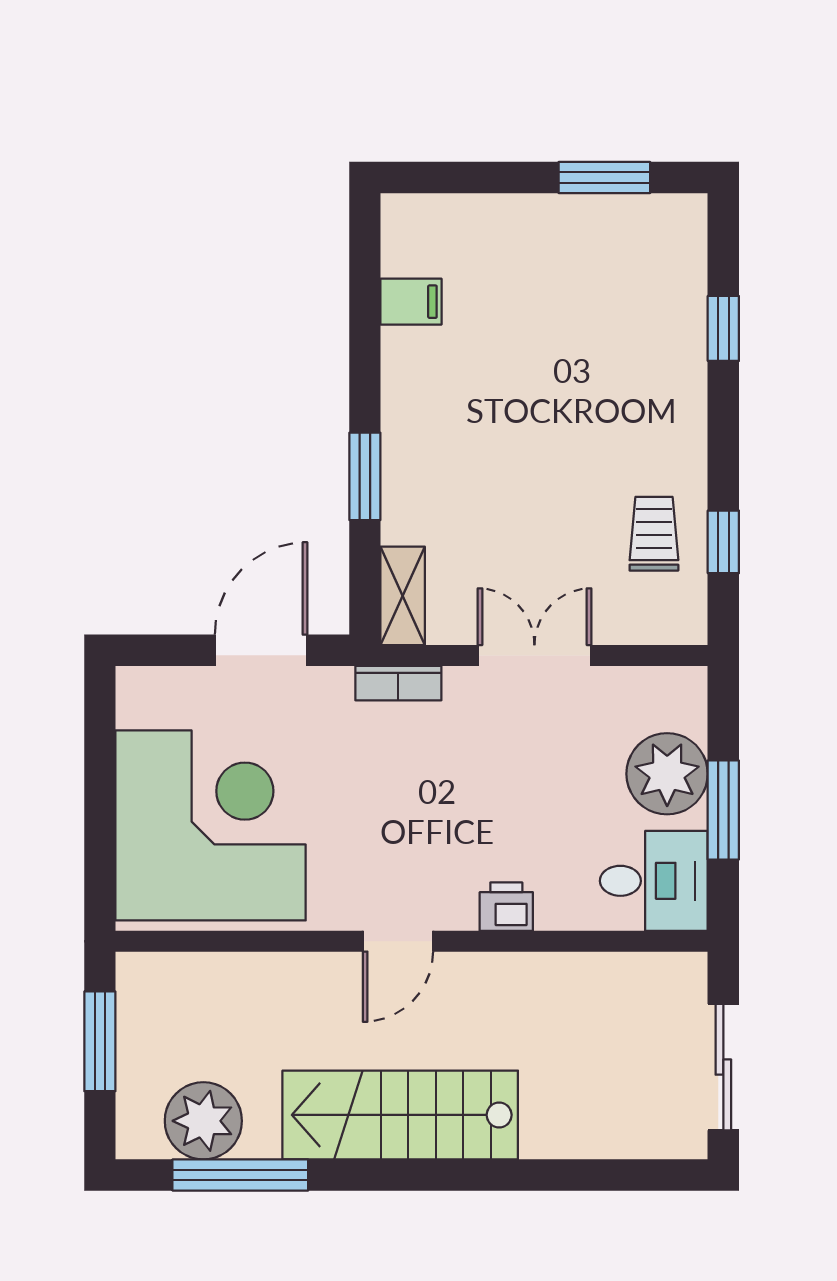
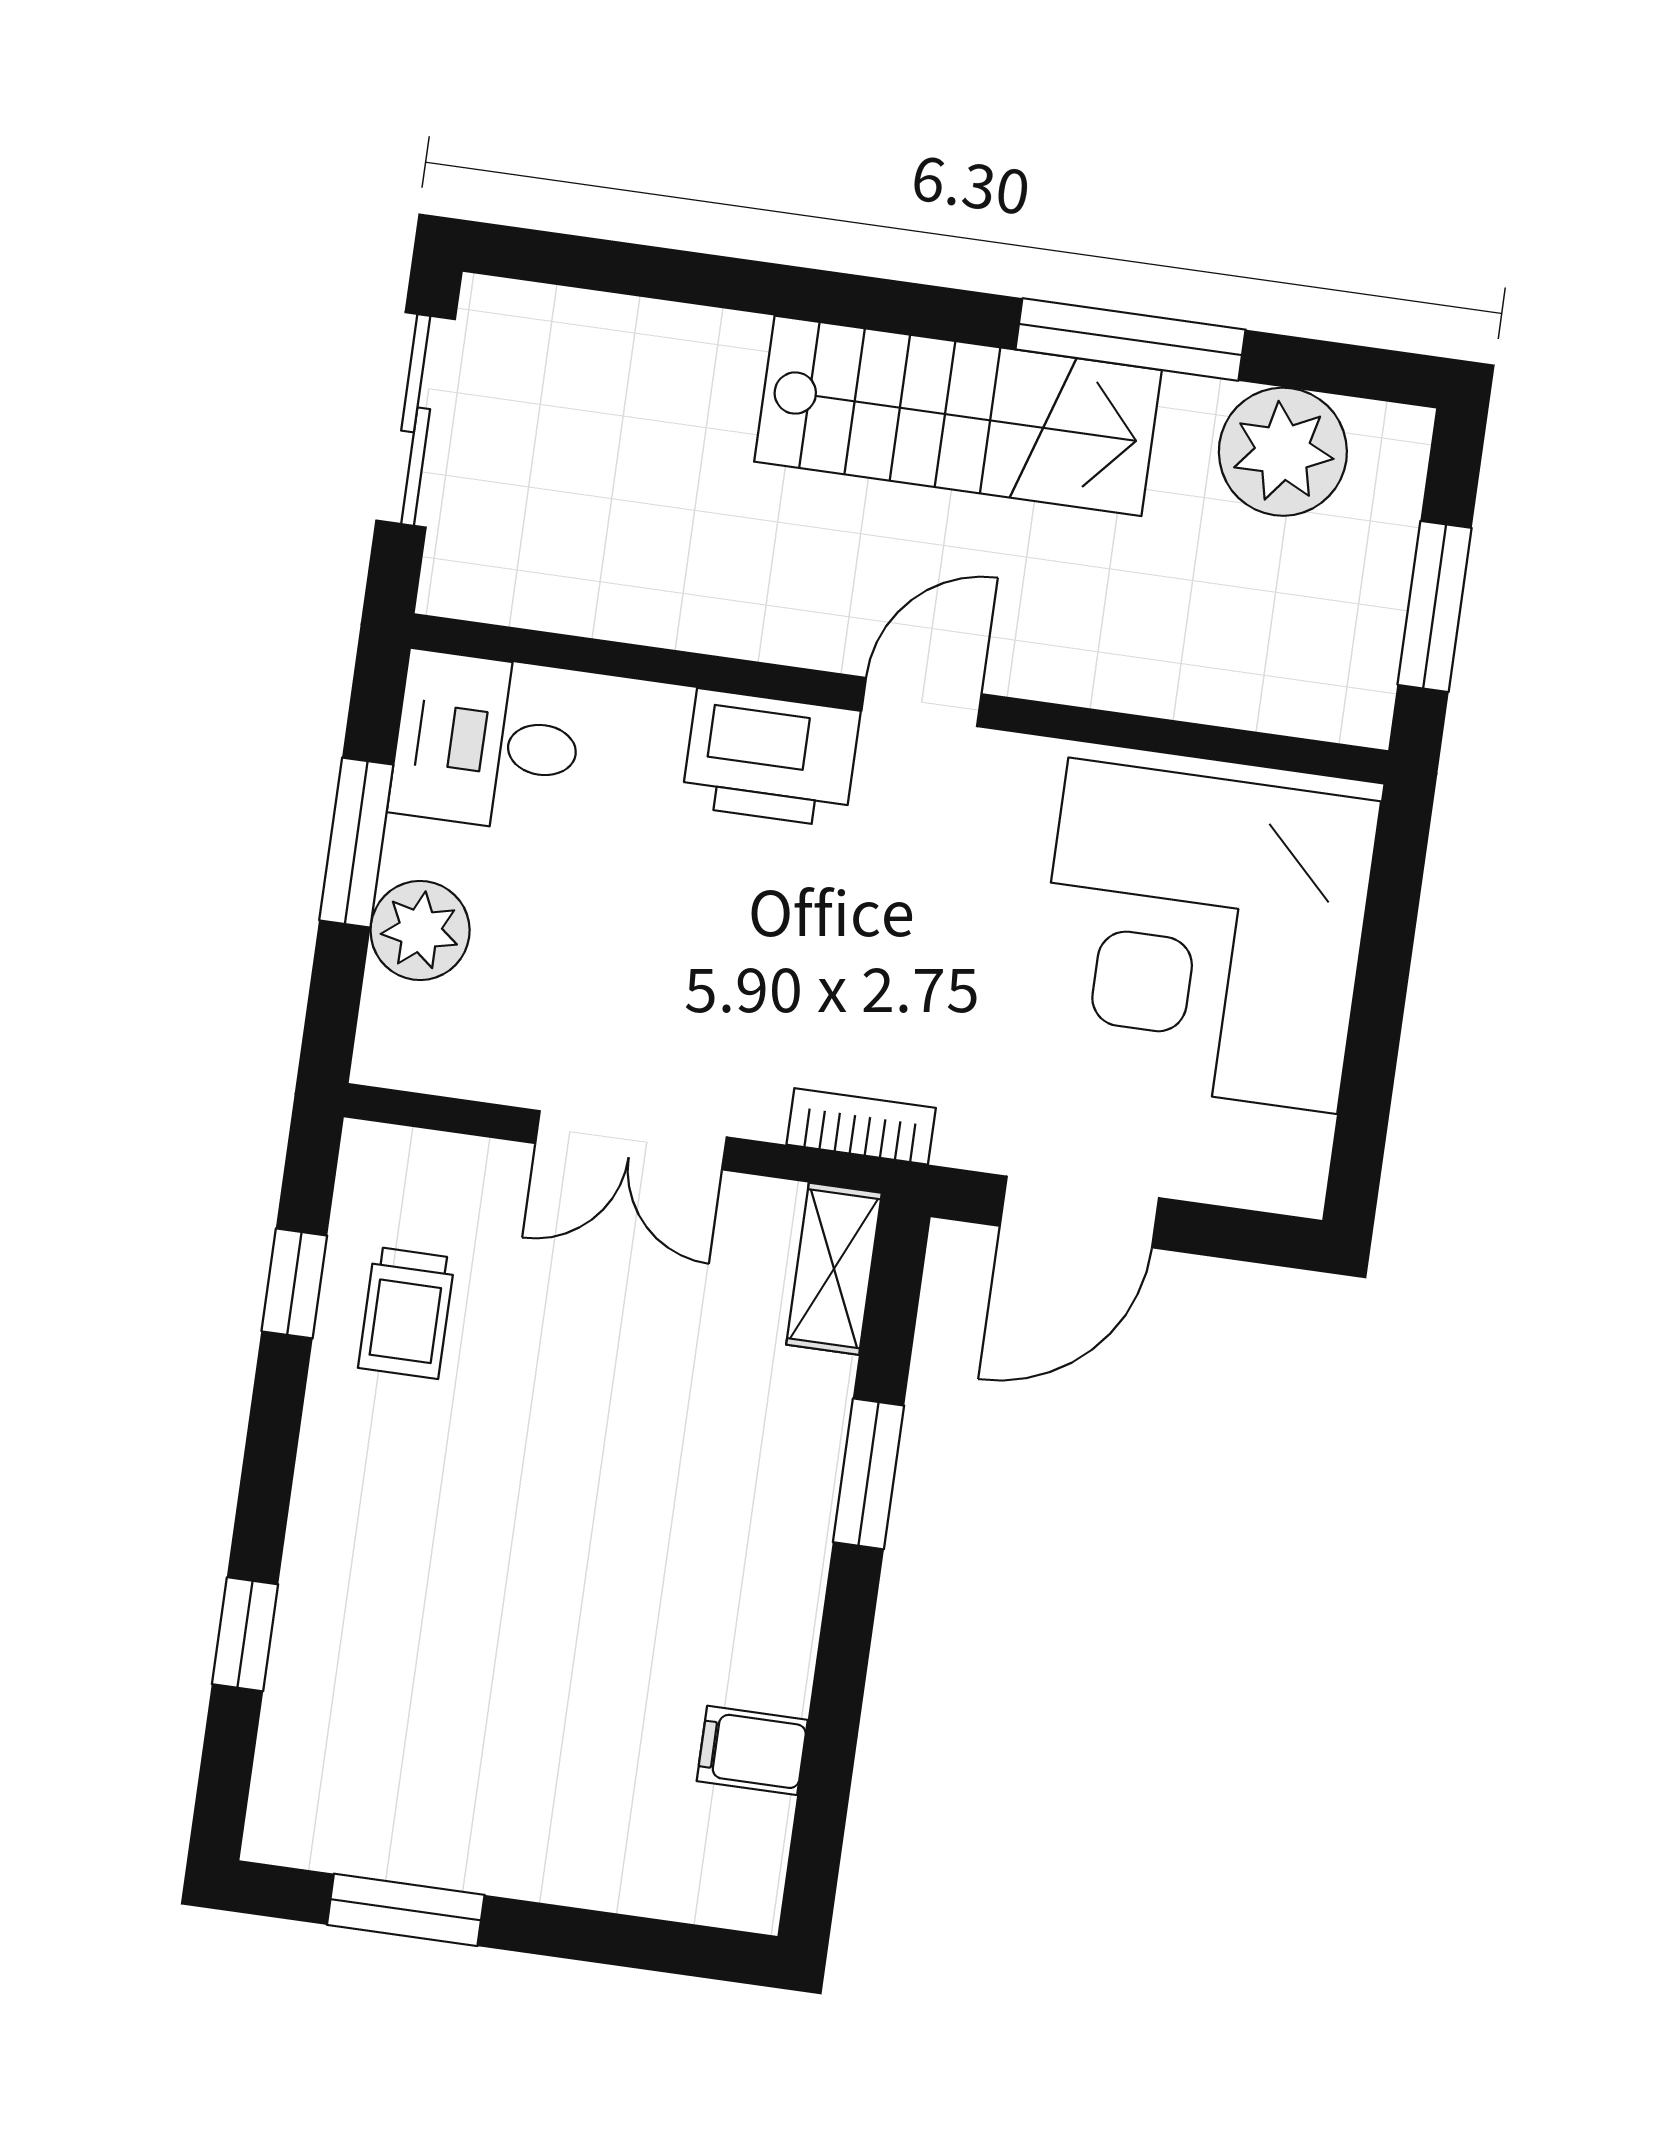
plant: (667, 774) -> (420, 930), width x0.73, depth x0.73
printer: (506, 907) -> (771, 758), width x1.87, depth x1.48
window: (240, 1175) -> (1130, 339), moved

